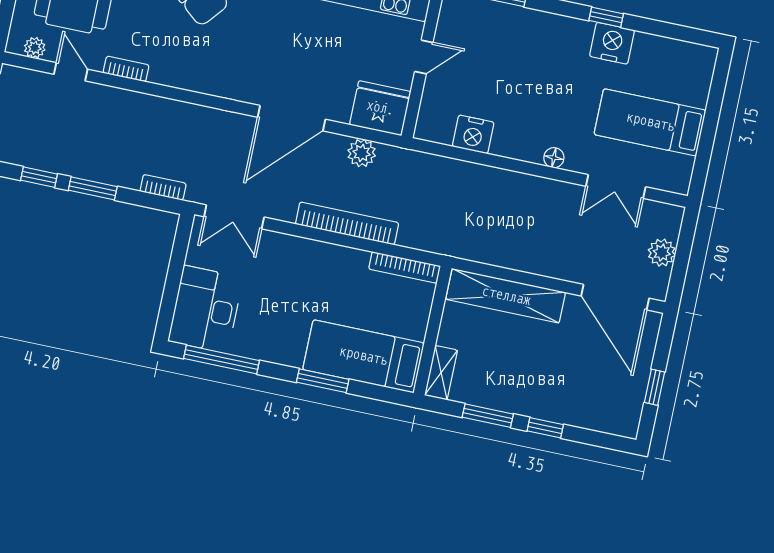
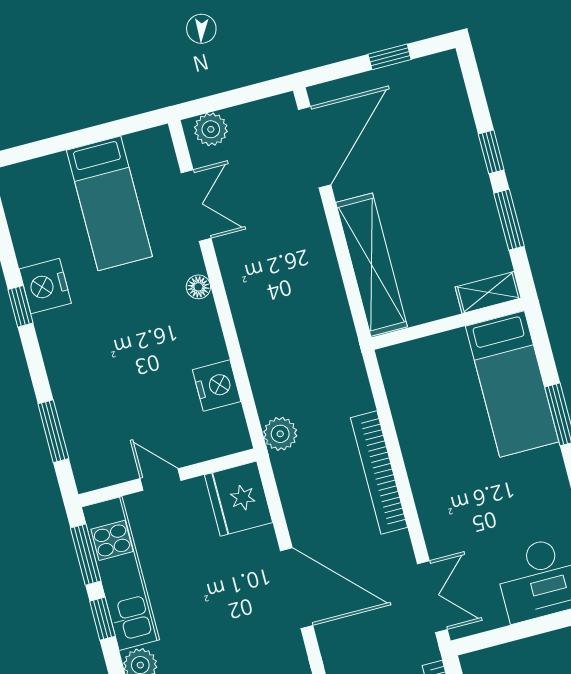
plant: (362, 153) -> (280, 434), moved
plant: (662, 253) -> (211, 129), moved
bookcase: (405, 267) -> (395, 388), removed

